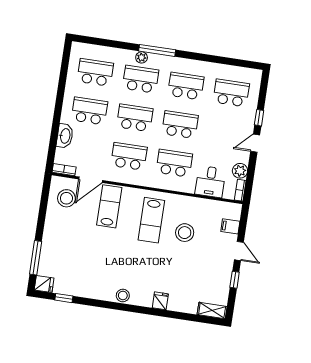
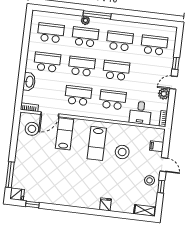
plant: (240, 171) -> (164, 94), moved
stool: (123, 295) -> (150, 180), moved

